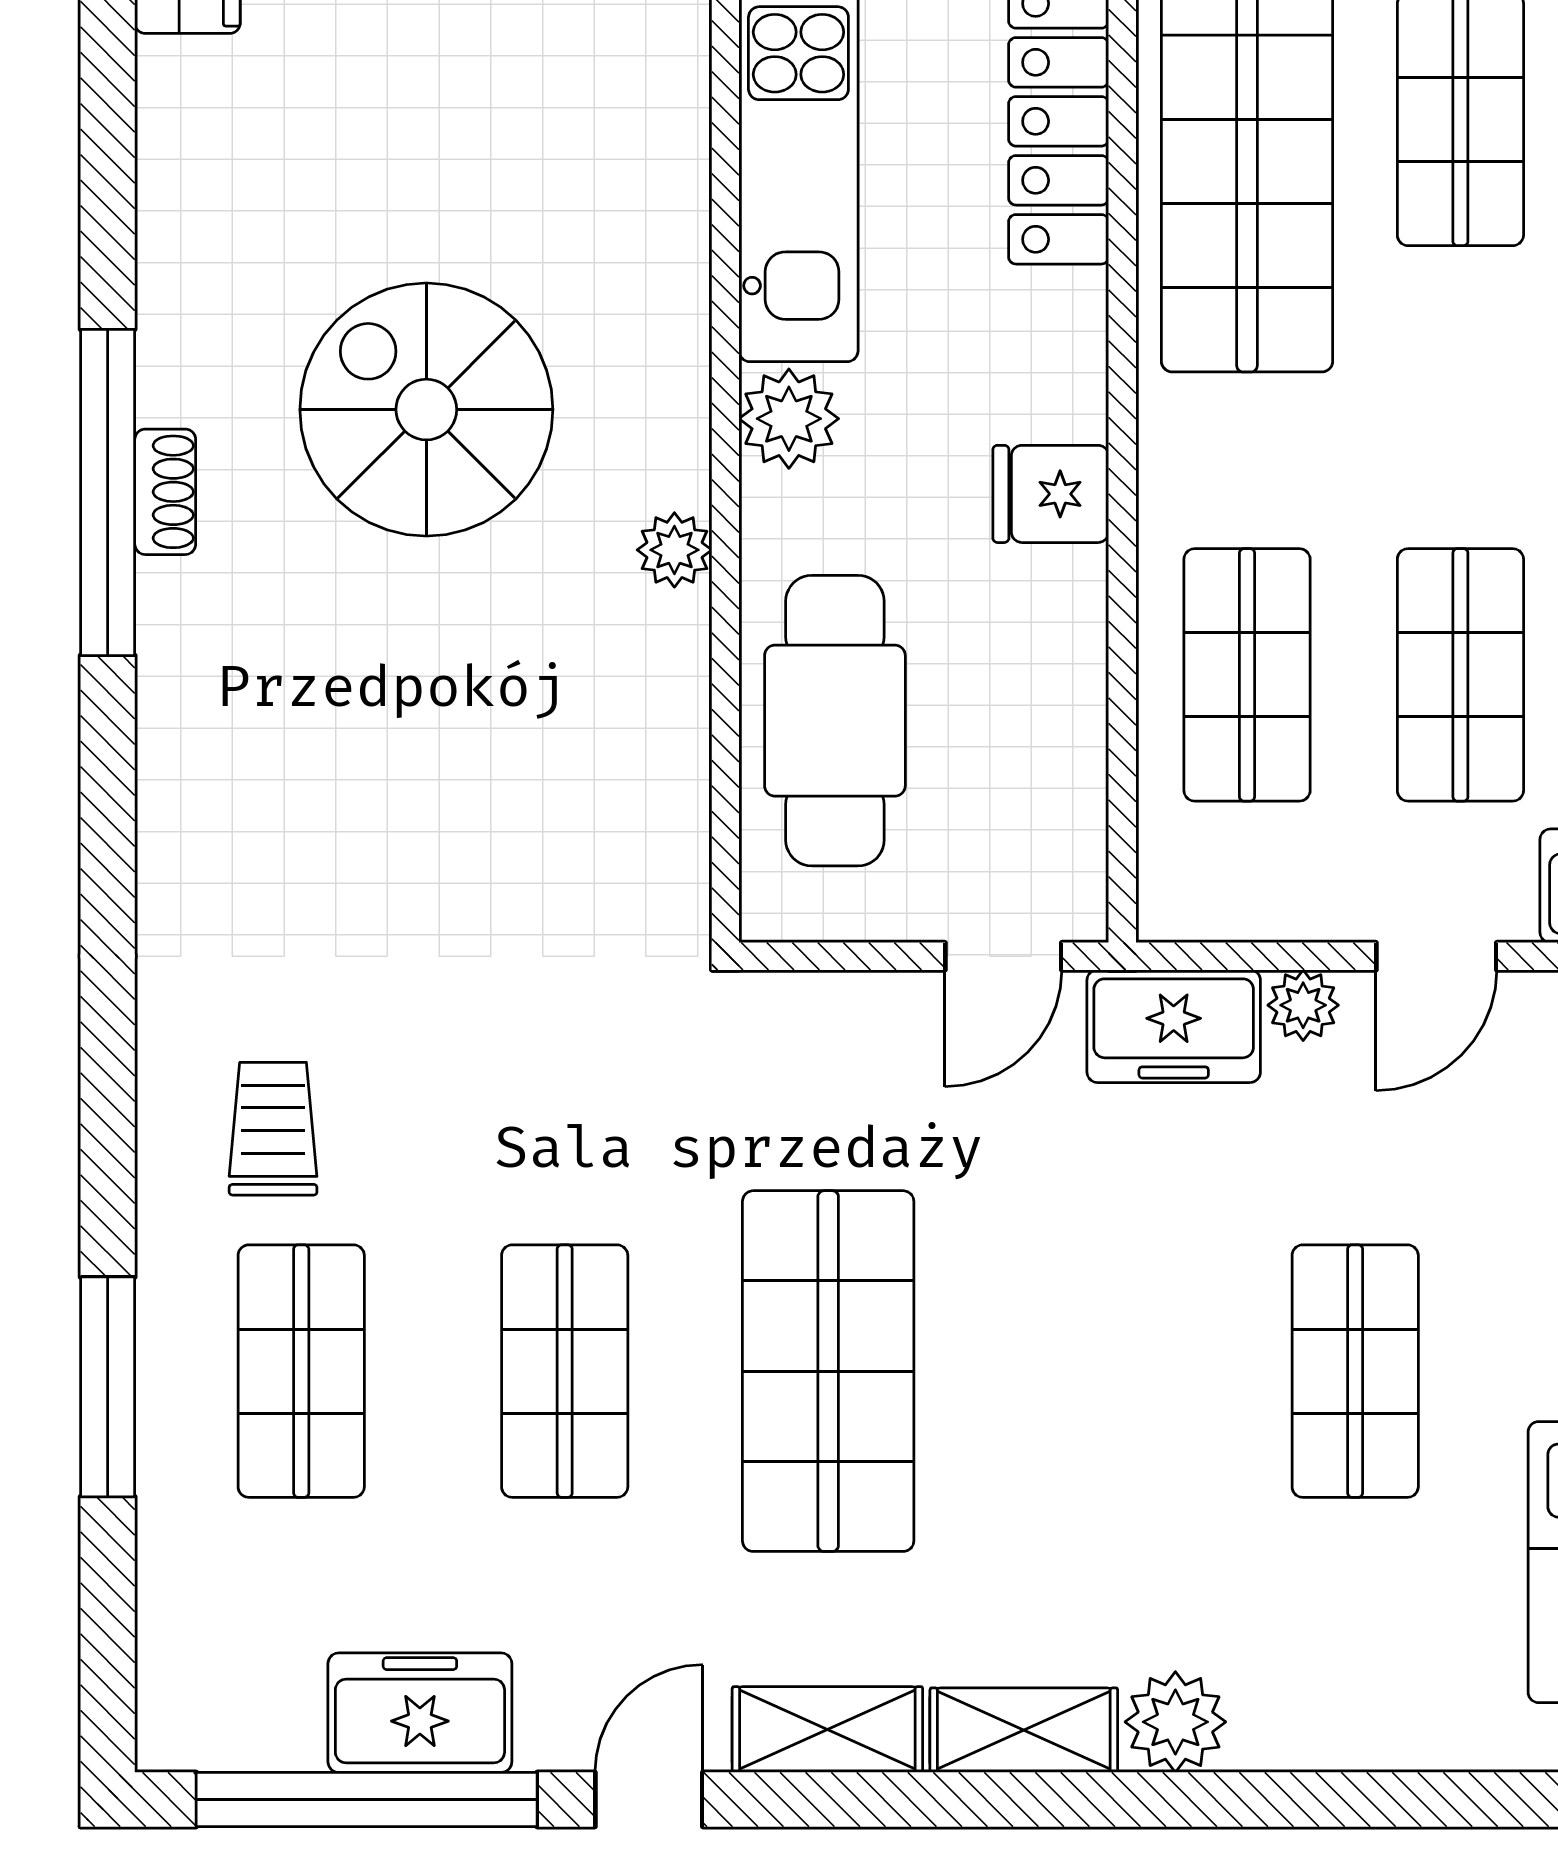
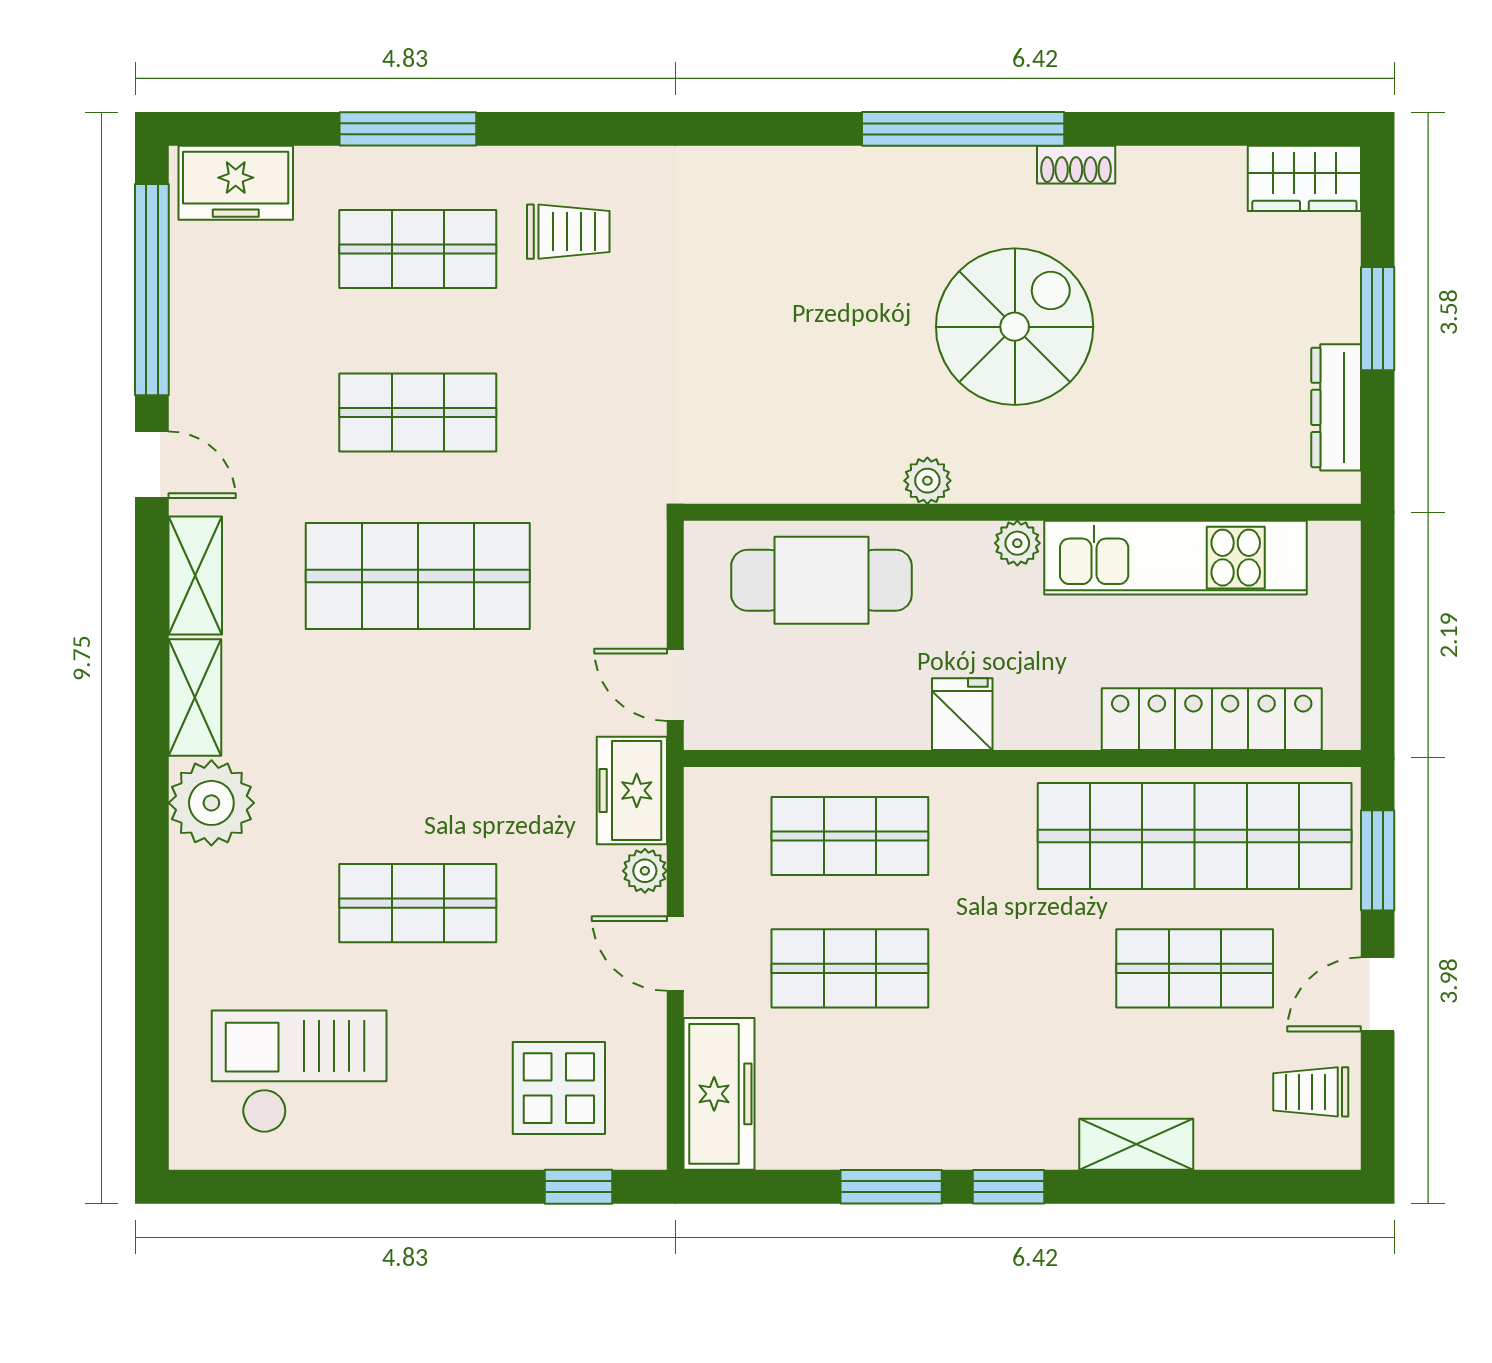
plant: (789, 419) -> (1017, 543), width x0.73, depth x0.73
shoe rack: (165, 492) -> (1076, 165), moved
freezer: (420, 1713) -> (236, 183), moved, turned 90
plant: (1175, 1722) -> (211, 803), width x1.36, depth x1.36

